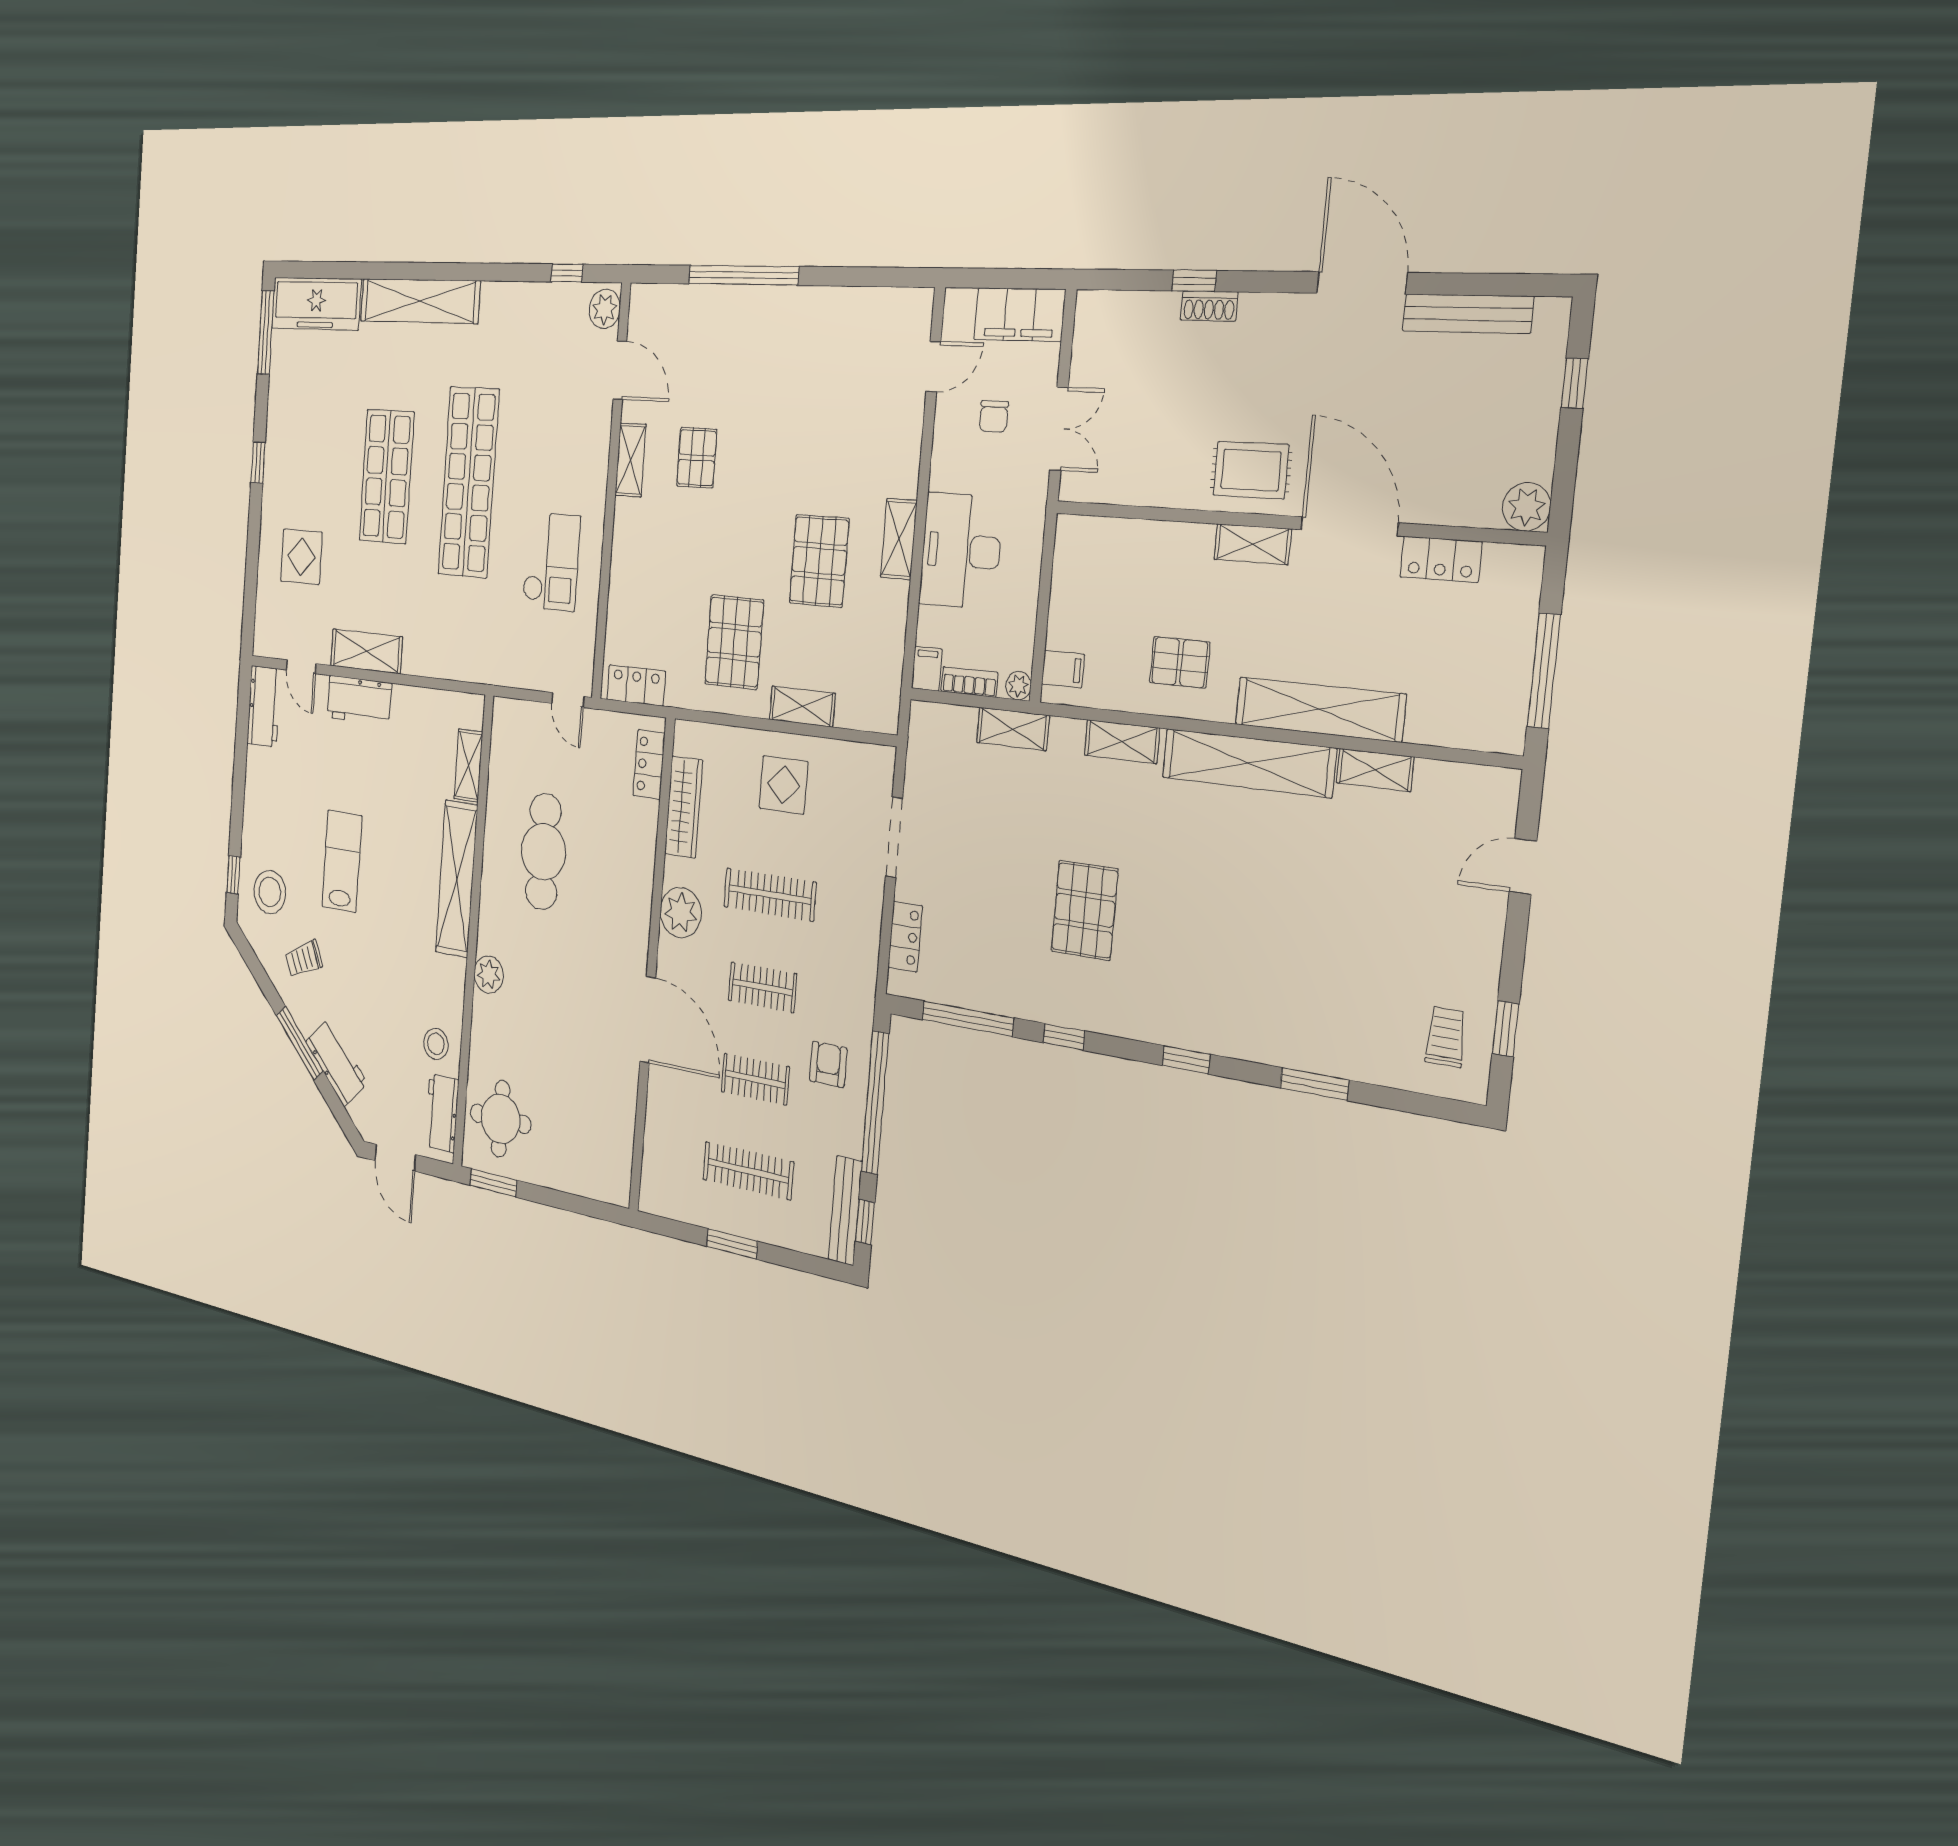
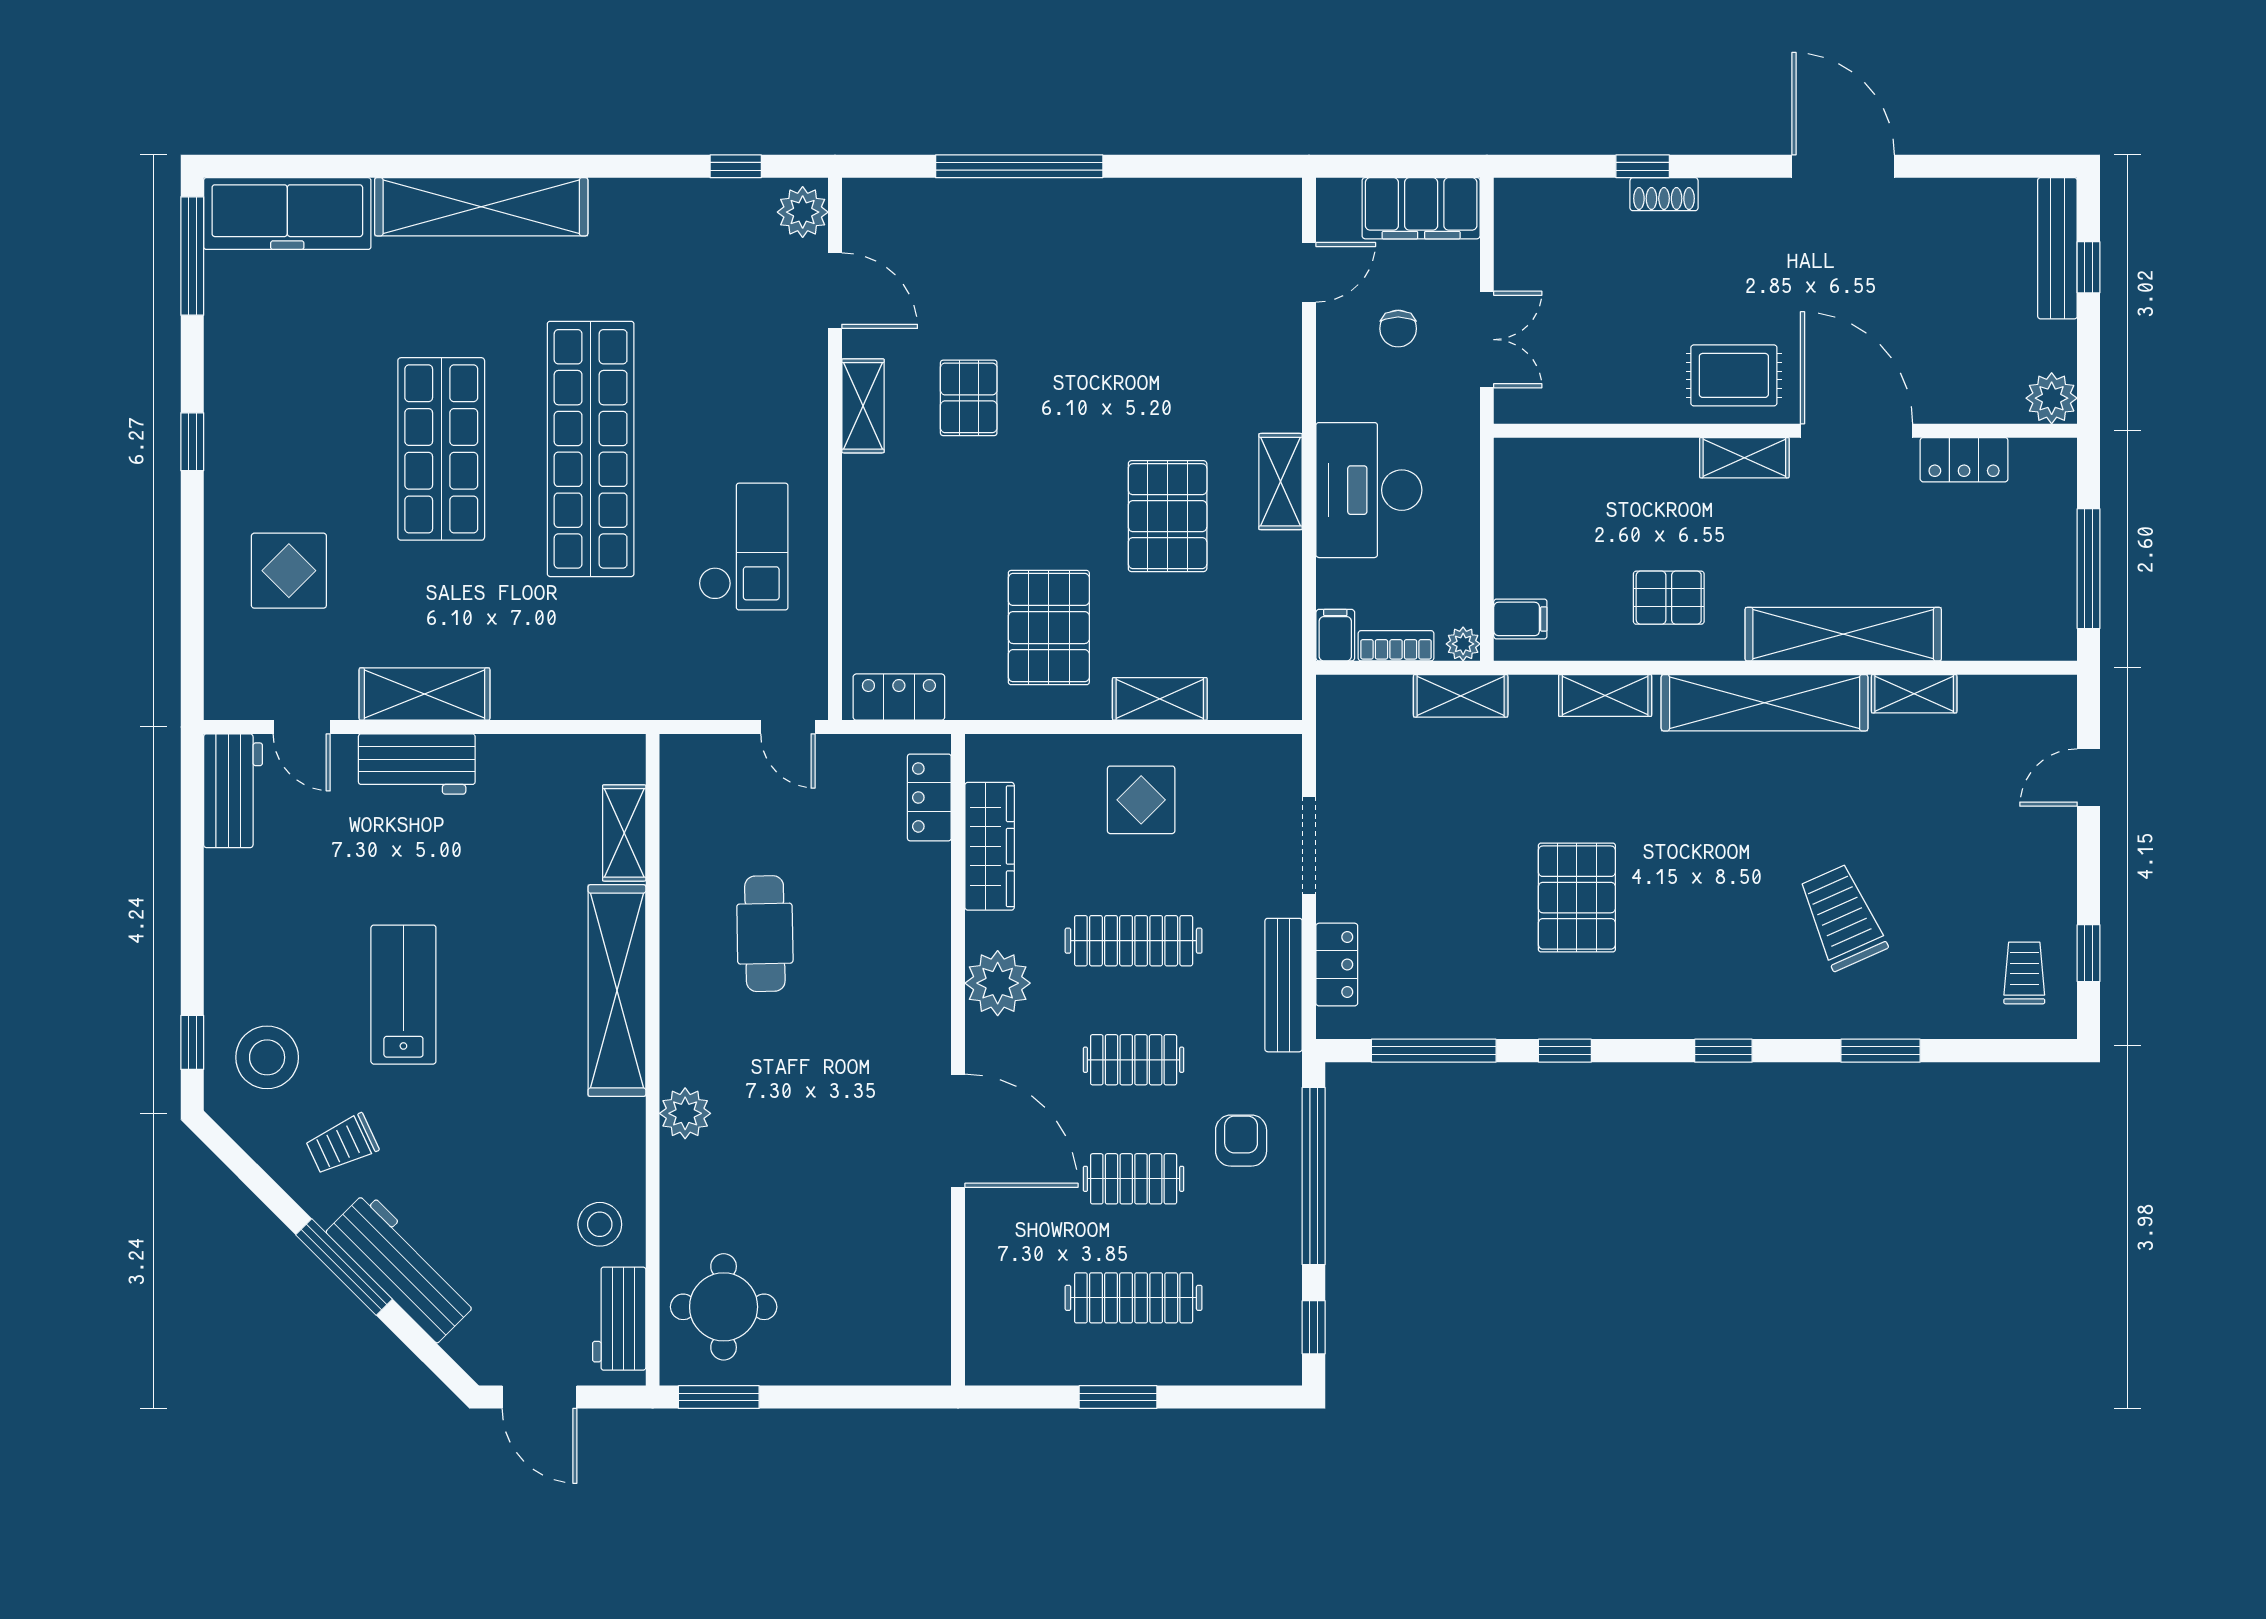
bench: (1468, 314) -> (2057, 248), moved, turned 90
cafe table: (543, 852) -> (765, 934), width x0.73, depth x0.74
trolley: (1294, 961) -> (1842, 917), added
workbench: (336, 1062) -> (402, 1267), width x1.38
bench: (845, 1211) -> (1284, 985), moved

